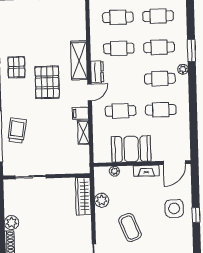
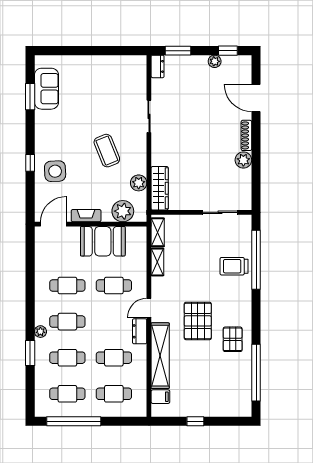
shelving: (79, 60) -> (160, 356), width x1.47
filing cabinet: (80, 113) -> (160, 397), moved
trolley: (17, 131) -> (234, 266), turned 81
shelving: (84, 158) -> (158, 232), added
plant: (114, 171) -> (123, 211), width x1.87, depth x1.87

